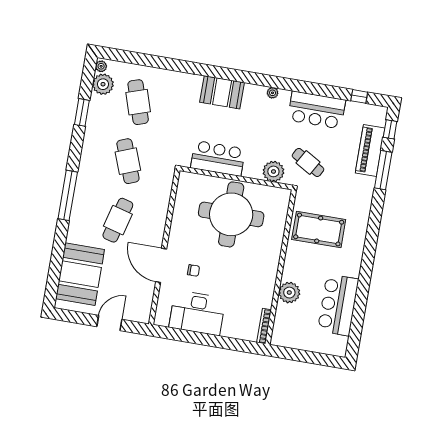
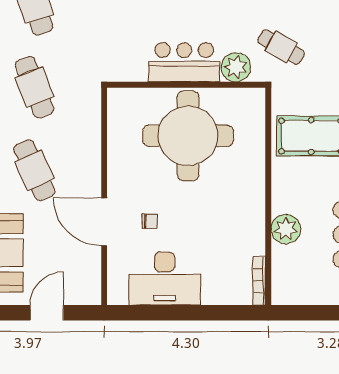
bar counter: (218, 158) -> (184, 62), moved
cafe table: (118, 220) -> (34, 170), turned -39

